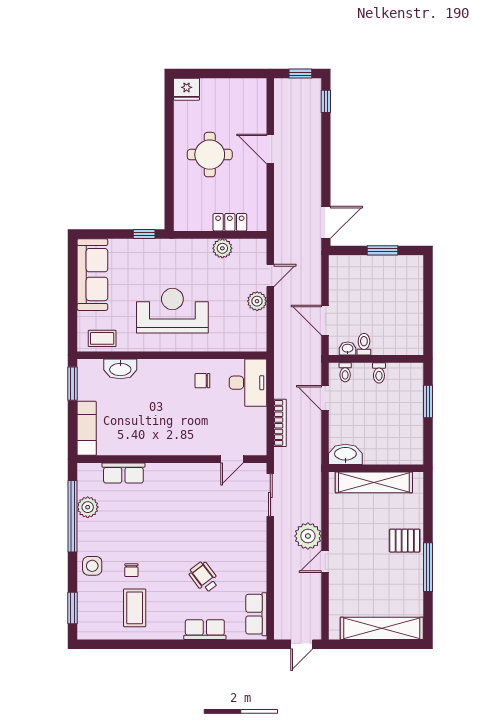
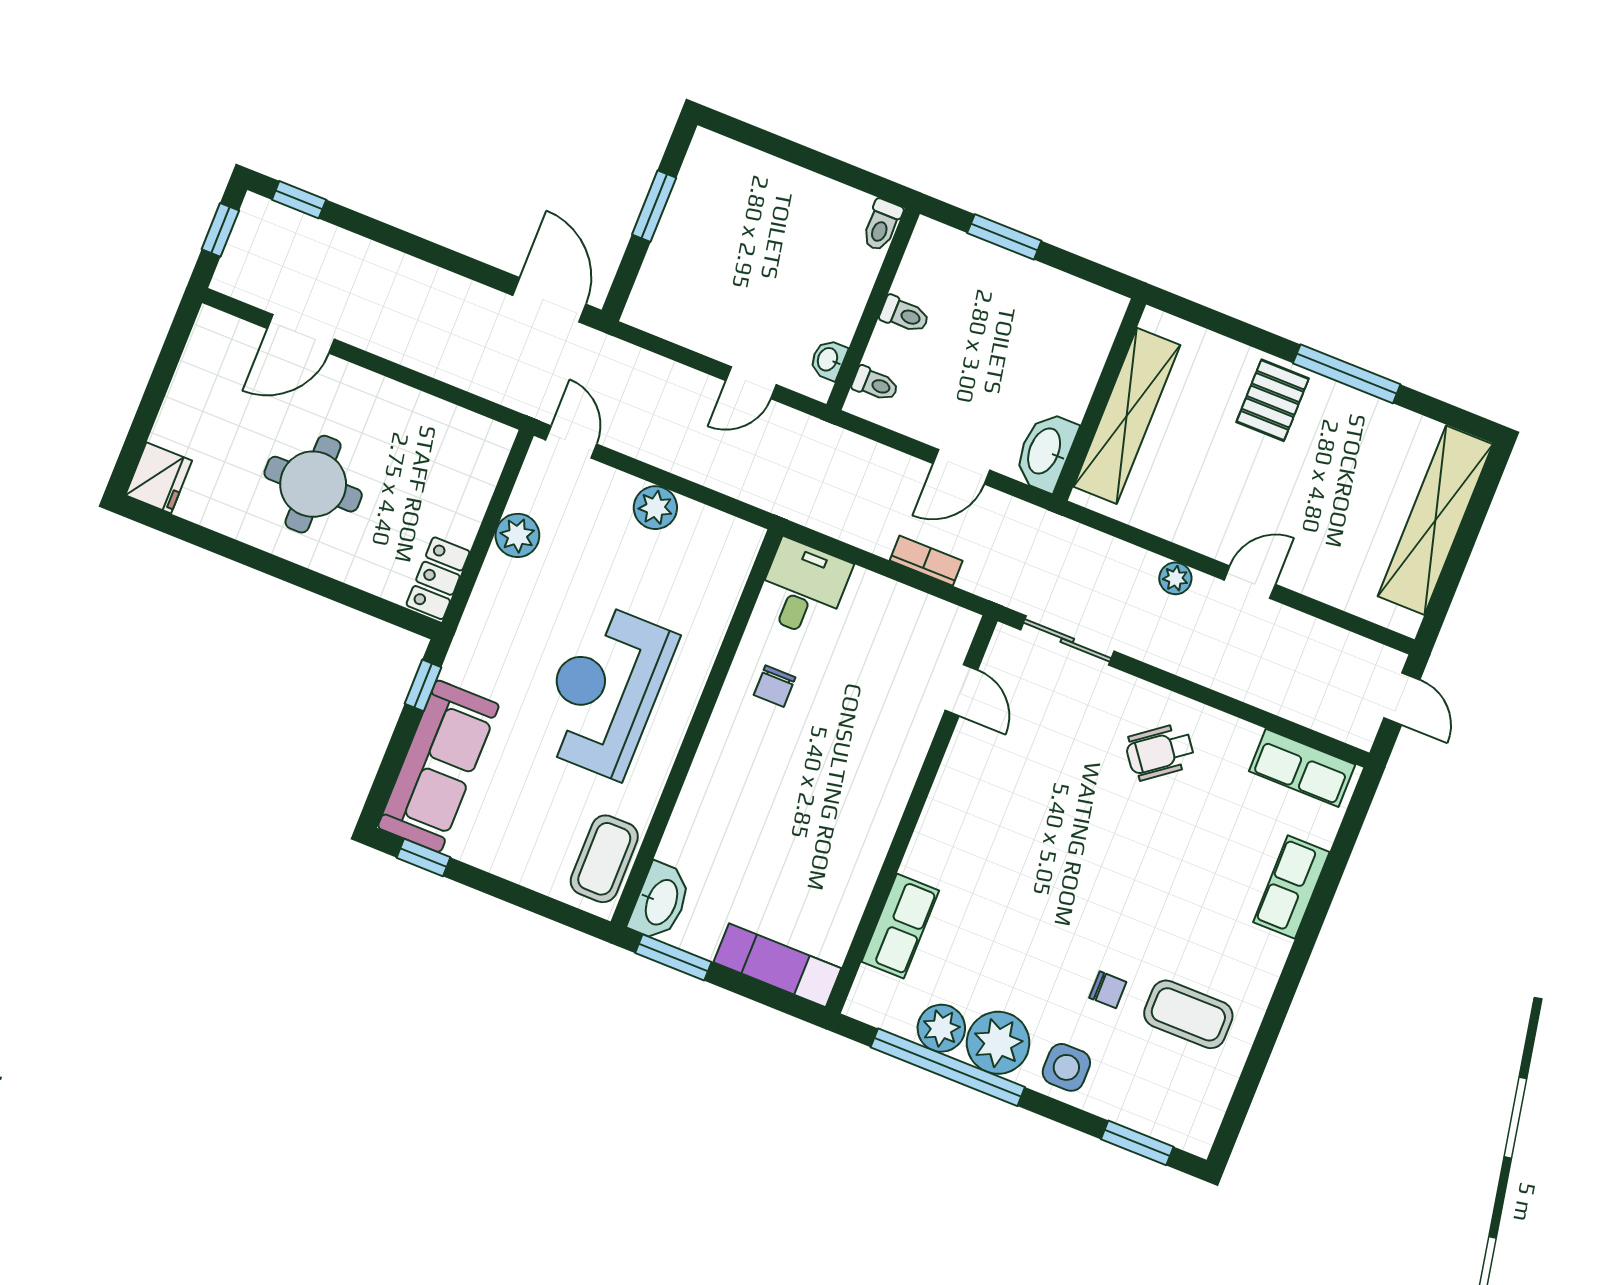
door: (270, 149) -> (301, 334), moved
locker: (230, 222) -> (438, 578), moved
window: (73, 263) -> (424, 858), added
sofa: (92, 275) -> (438, 766), moved, turned 90
door: (270, 275) -> (571, 442), moved
door: (325, 320) -> (751, 383), width x0.73
coffee table: (102, 338) -> (604, 859), width x1.36, depth x1.30
toilet: (364, 344) -> (882, 225), moved, turned -90
washbasin: (120, 369) -> (660, 902), moved
desk: (248, 383) -> (803, 588), width x0.73
door: (325, 398) -> (961, 467), moved
bookcase: (280, 423) -> (926, 561), width x0.64
plant: (91, 533) -> (998, 1043), added
plant: (308, 536) -> (1175, 578), width x0.53, depth x0.53
door: (325, 561) -> (1250, 582), swing flipped
wheelchair: (204, 577) -> (1160, 752), moved

